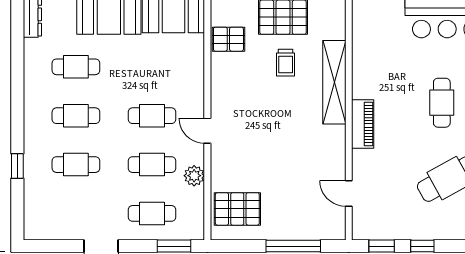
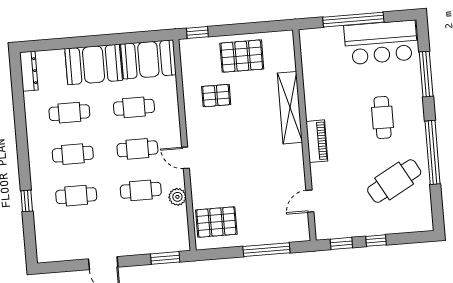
pallet: (228, 39) -> (216, 96), moved
trolley: (286, 63) -> (247, 94), removed
door: (349, 193) -> (310, 201), hinge flipped
cafe table: (152, 213) -> (134, 107), moved

